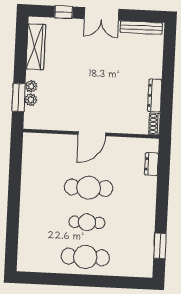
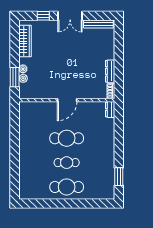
dresser: (151, 164) -> (110, 109), moved

